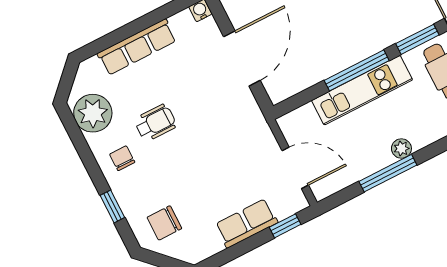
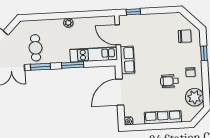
window: (357, 70) -> (73, 65), width x0.69
kitchen unit: (362, 90) -> (94, 54), moved
window: (388, 173) -> (79, 15), removed
row of seats: (246, 223) -> (127, 60), moved, turned -90

